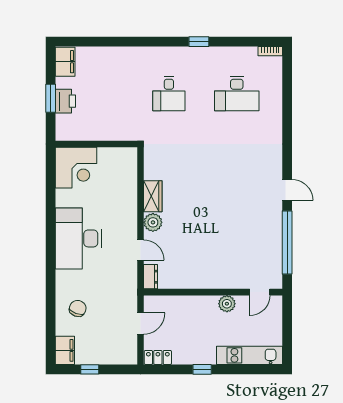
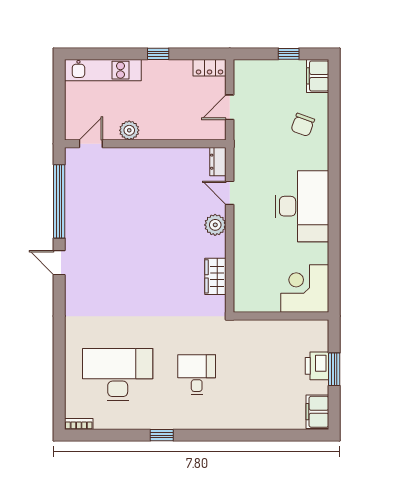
desk: (237, 94) -> (118, 375), width x1.36, depth x1.30
wardrobe: (153, 196) -> (215, 276), moved

